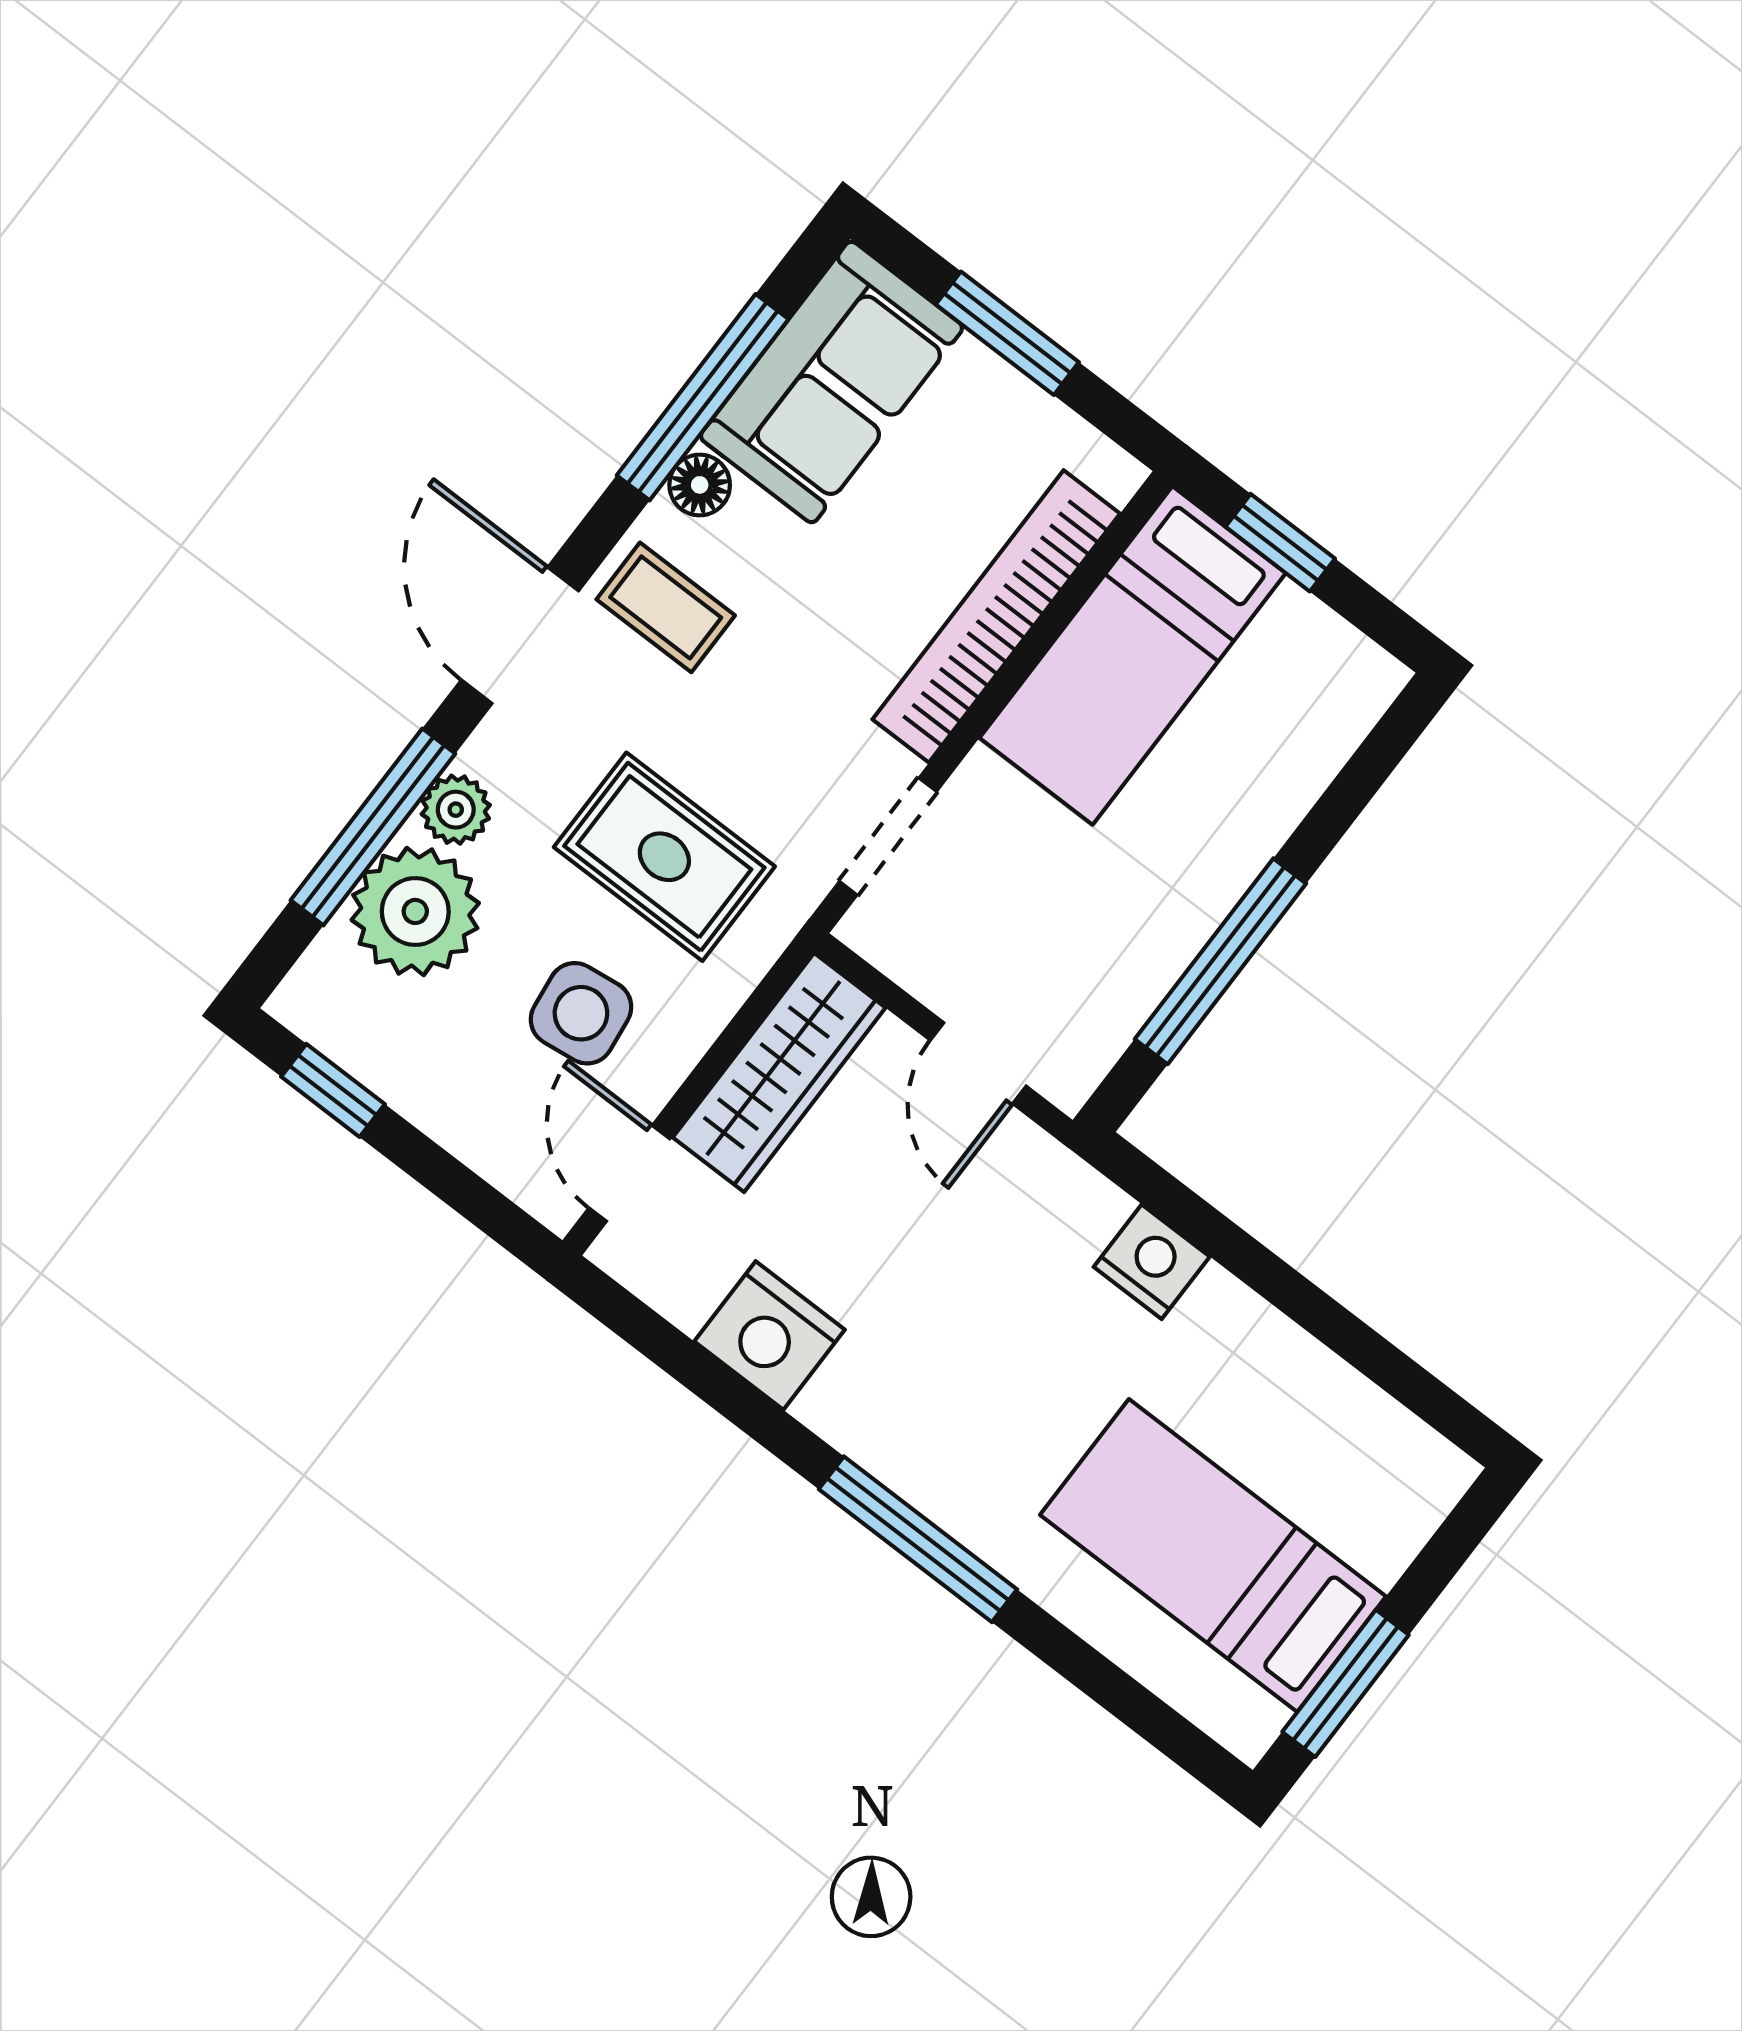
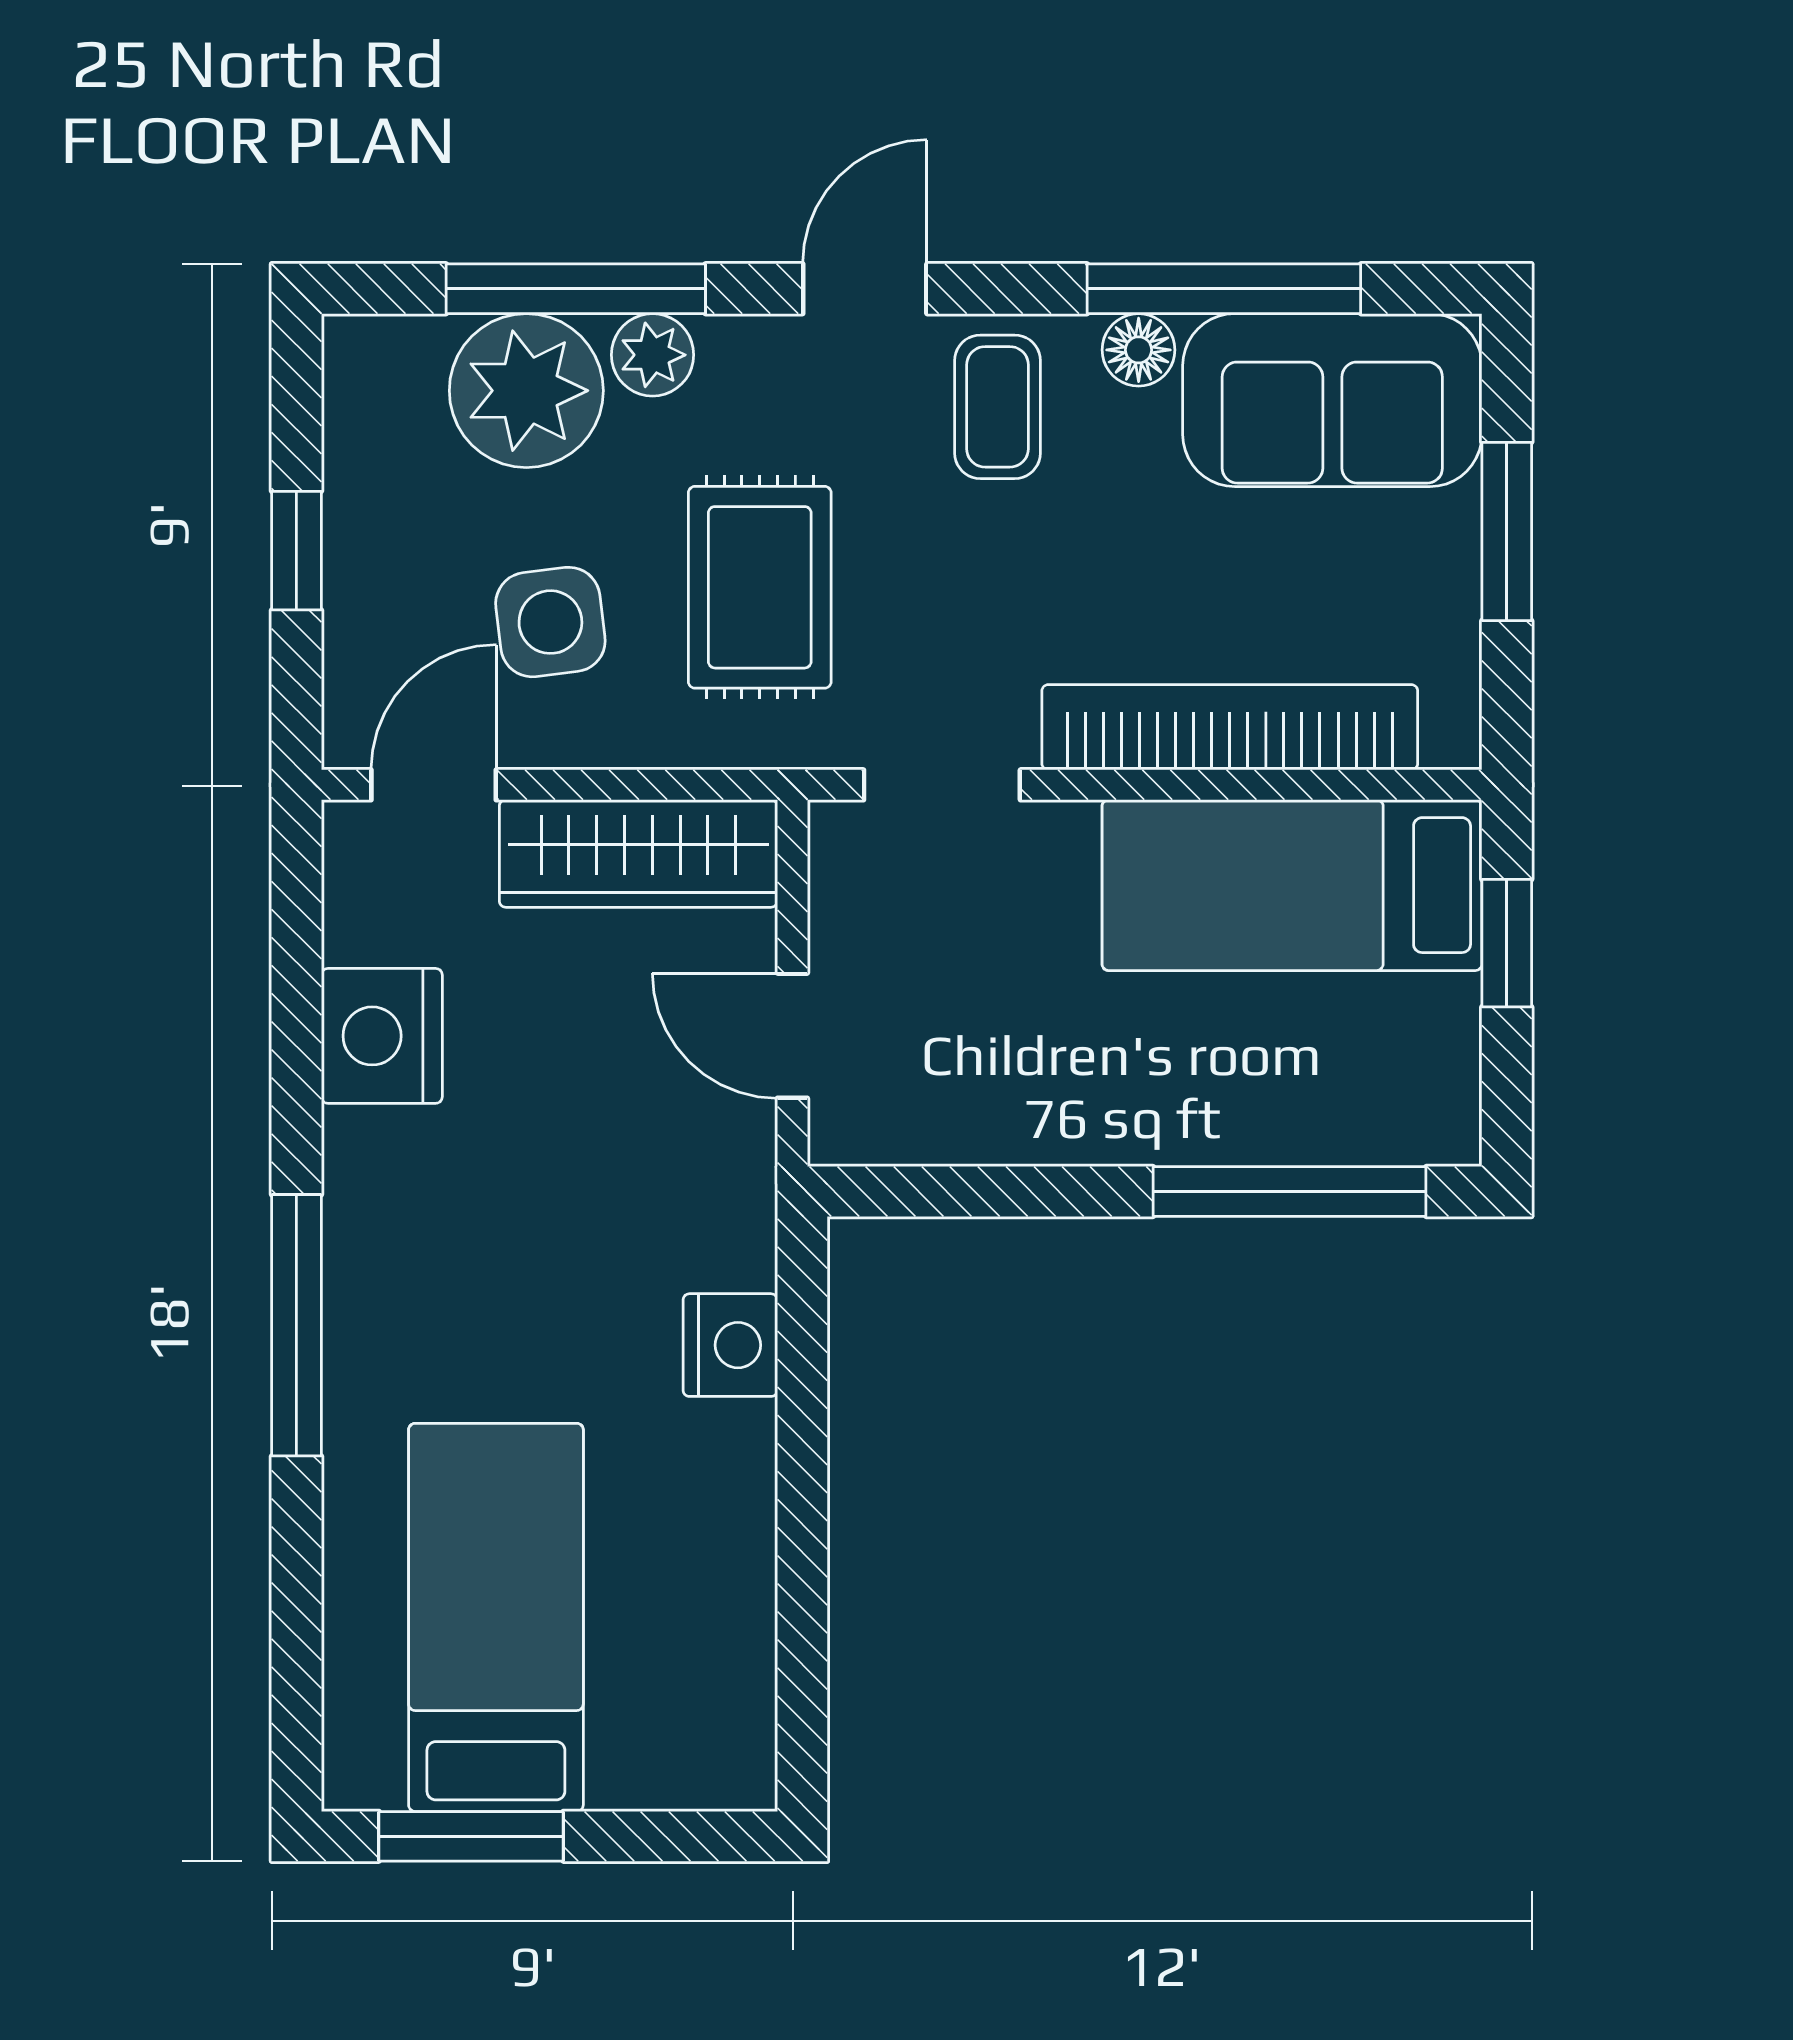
door: (520, 635) -> (865, 289), width x0.73
window: (1220, 961) -> (1290, 1192), moved
door: (978, 1063) -> (792, 1036), hinge flipped
window: (333, 1090) -> (296, 551), moved

